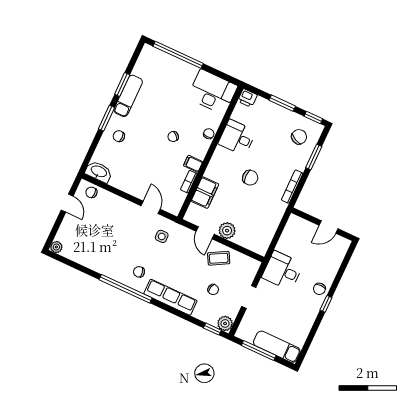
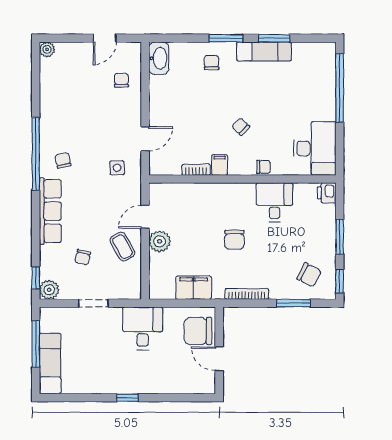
chair: (91, 192) -> (121, 80), moved
filing cabinet: (205, 193) -> (194, 288), moved, turned 180
chair: (319, 289) -> (198, 331), moved, width x1.87, depth x1.87

